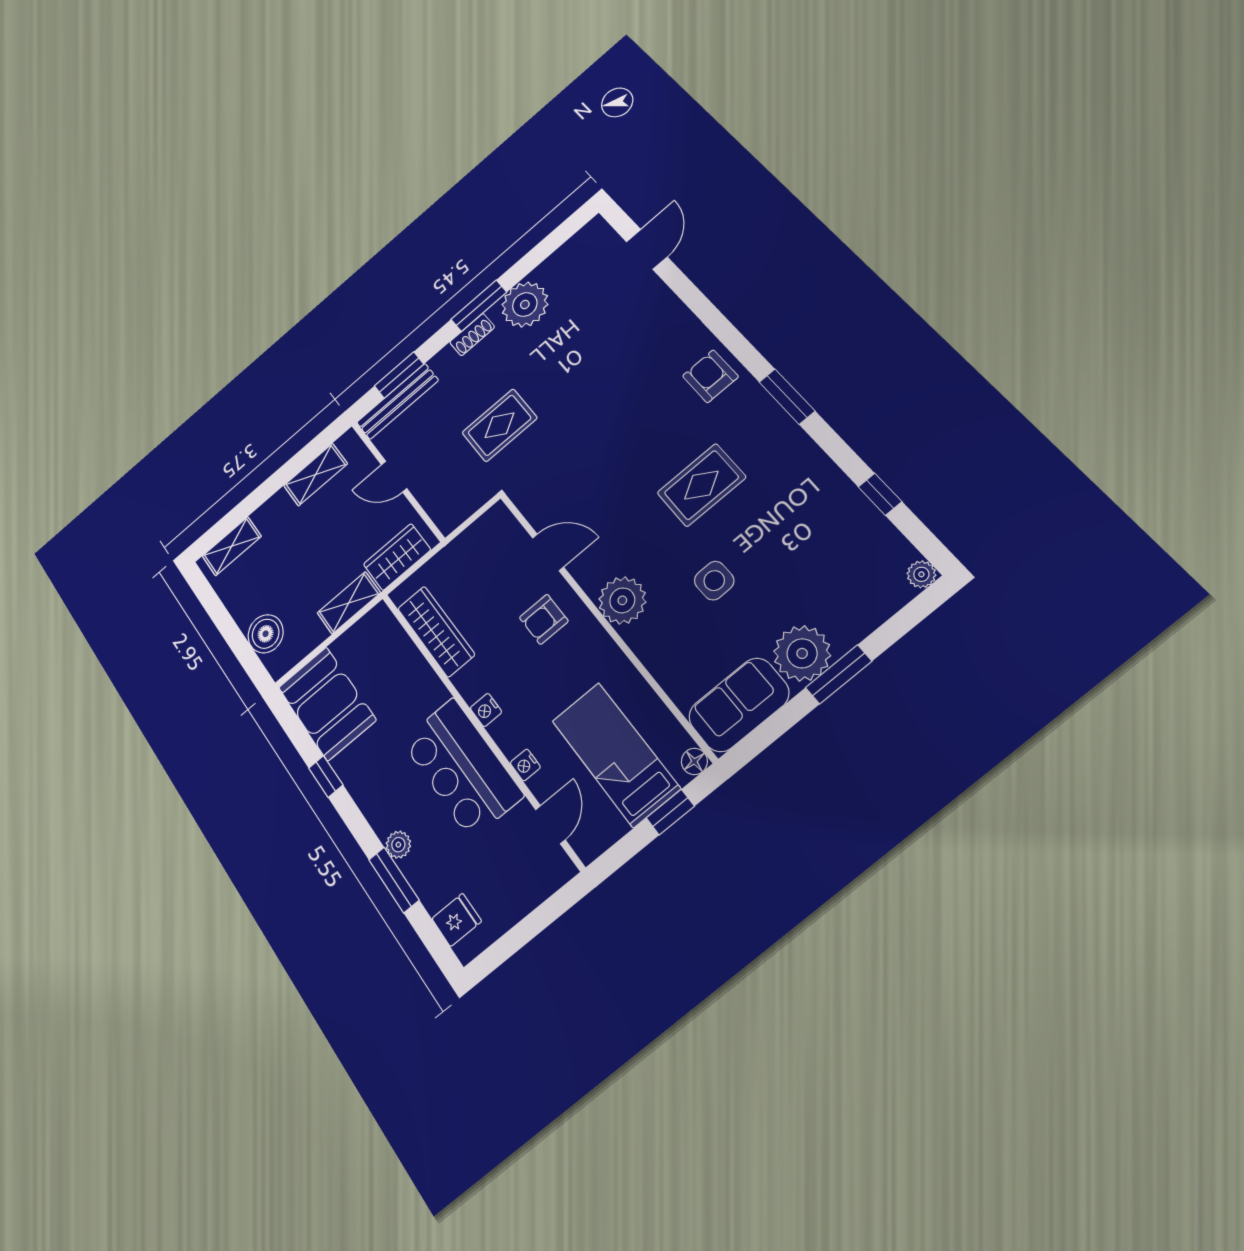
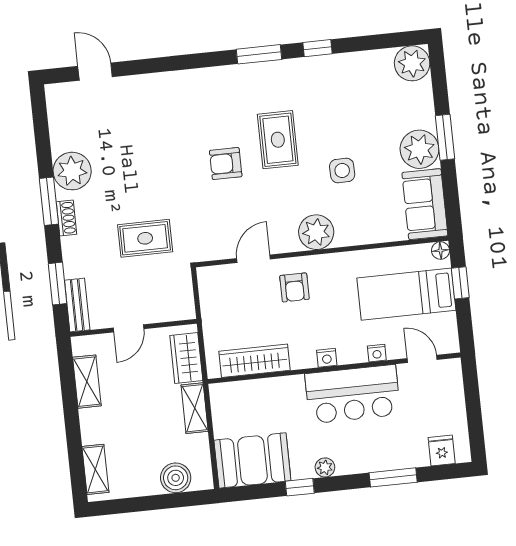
armchair: (710, 376) -> (226, 164), moved
bench: (397, 401) -> (77, 305), width x0.73
rug: (499, 425) -> (145, 238), turned 90
window: (880, 494) -> (318, 48), moved
plant: (921, 574) -> (412, 63), width x1.88, depth x1.88
plant: (398, 845) -> (325, 467), moved

